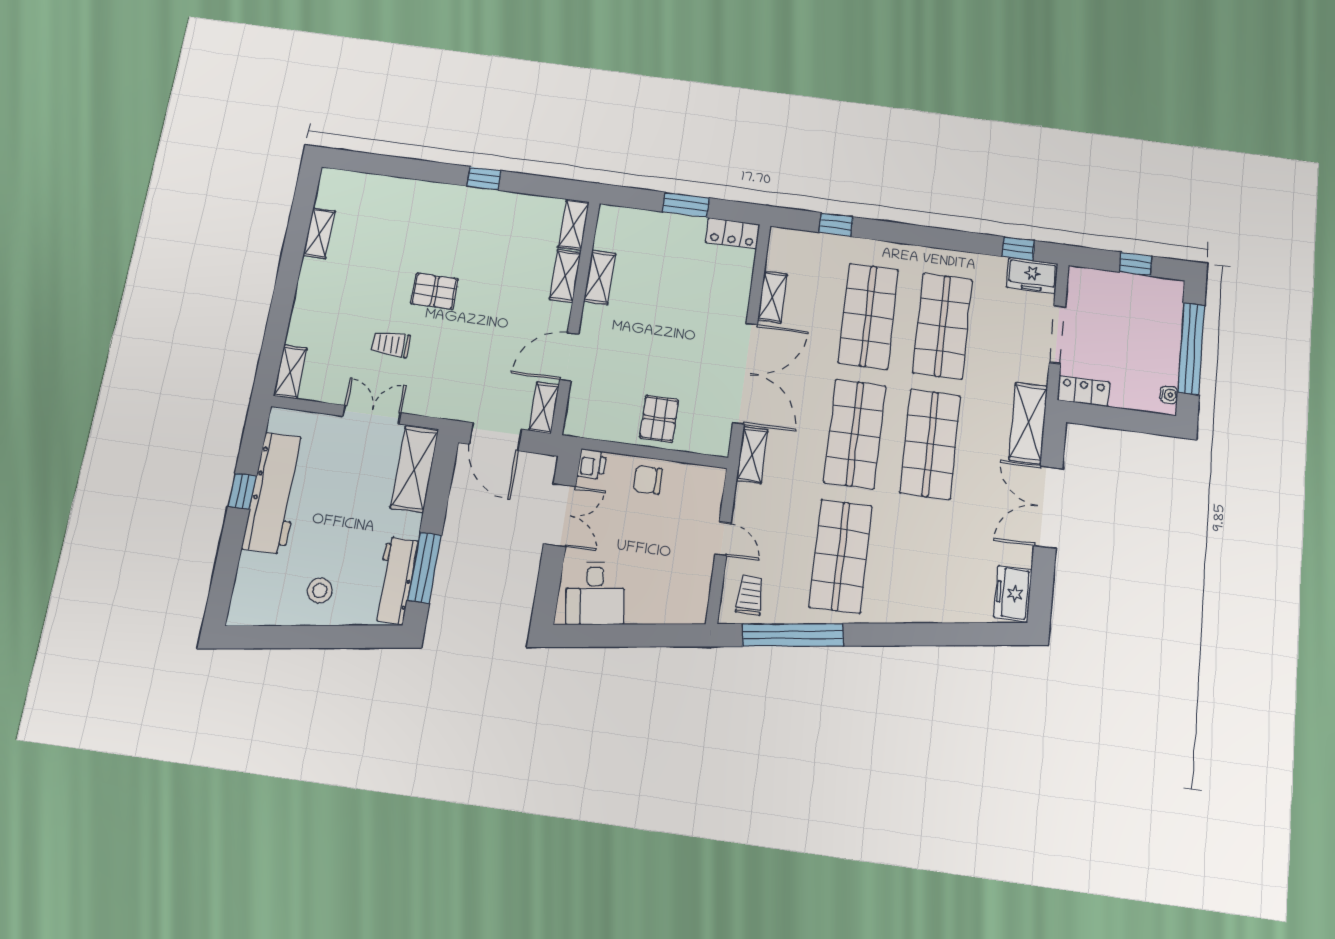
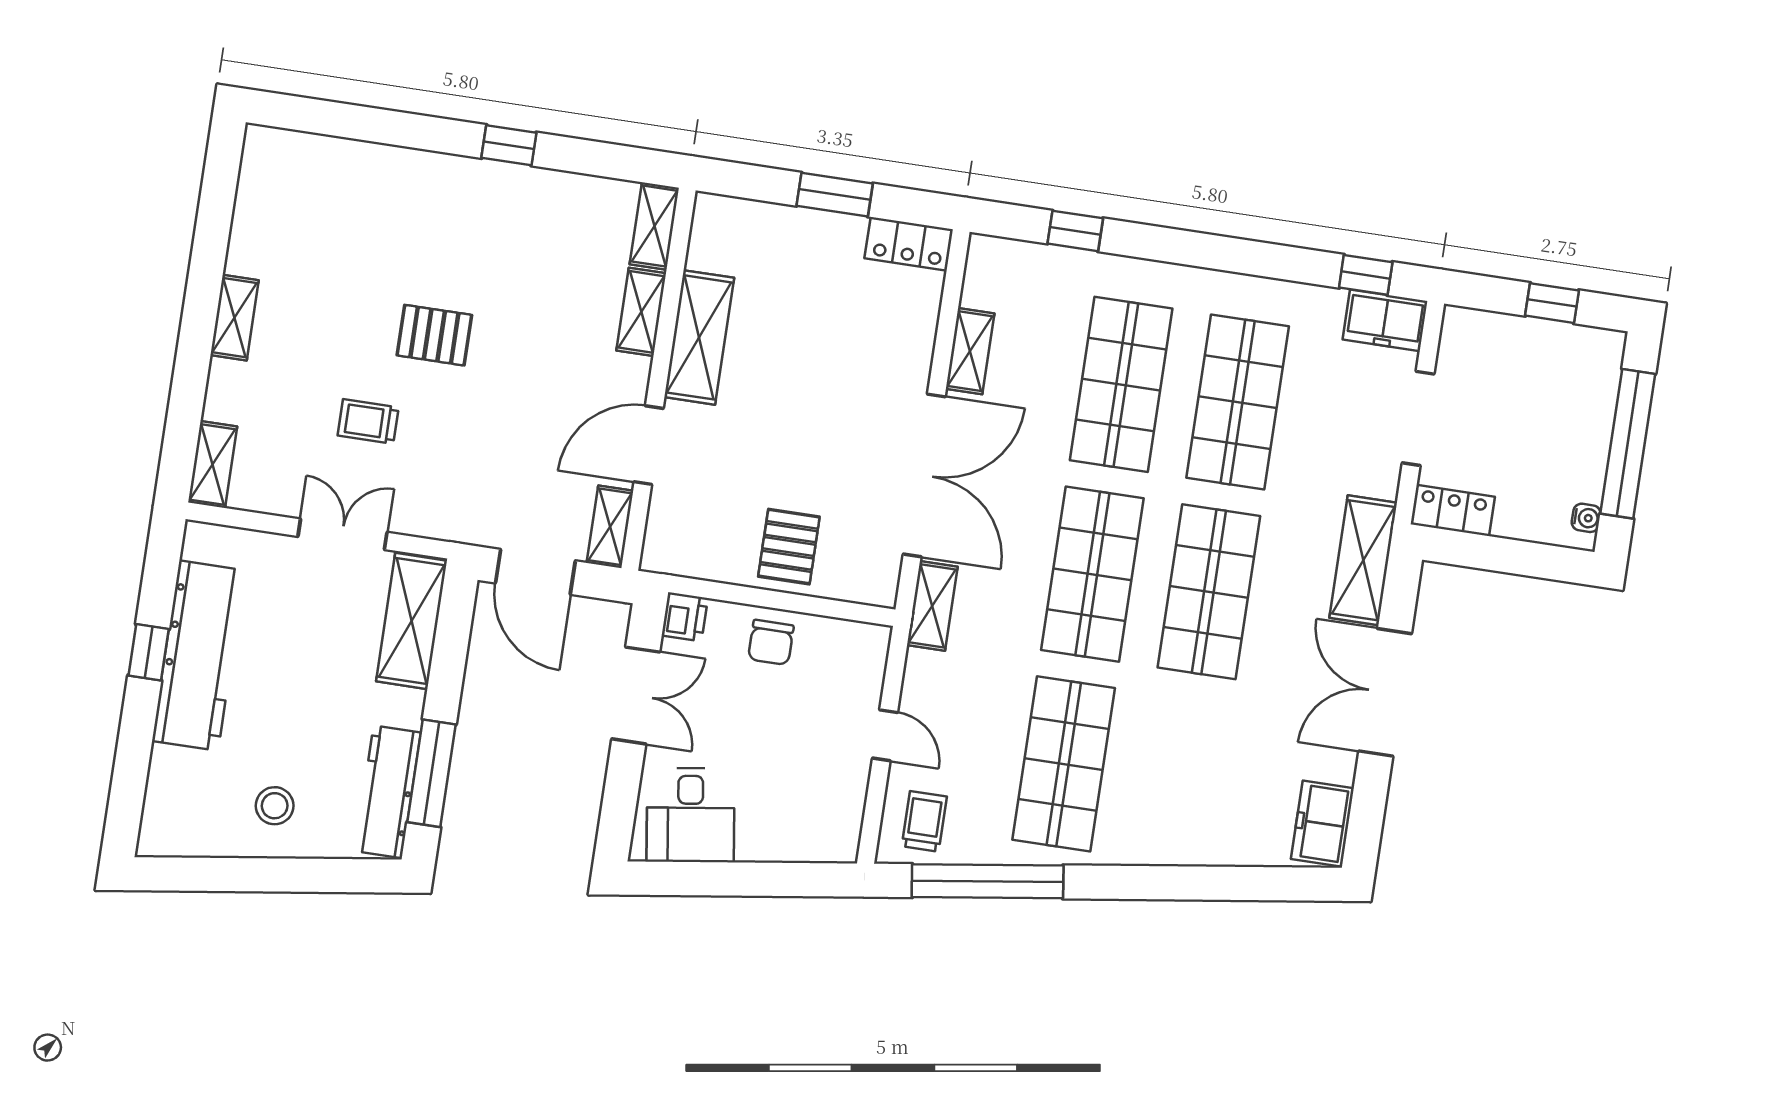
shelving: (319, 233) -> (234, 318), moved
shelving: (600, 277) -> (699, 337), width x1.50, depth x1.33
chair: (648, 480) -> (771, 642), turned -90

